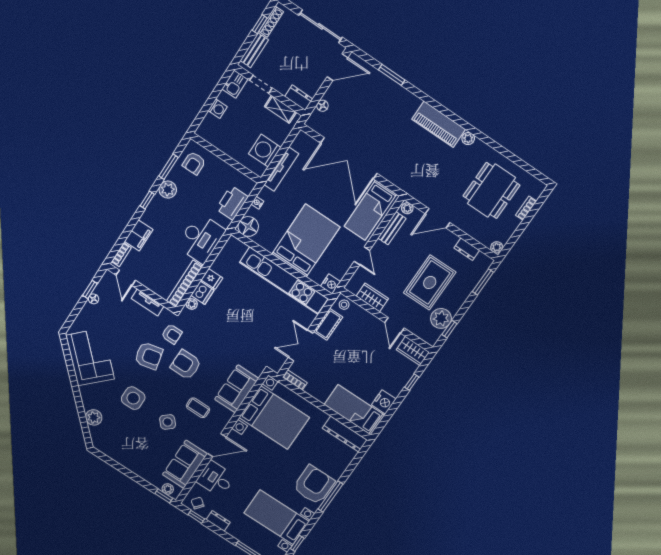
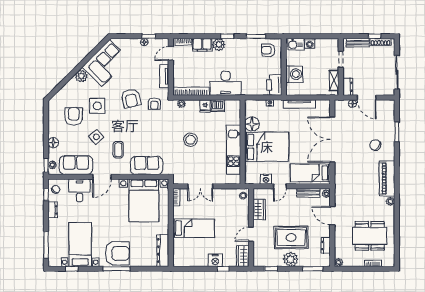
door: (337, 67) -> (367, 98), moved
kitchen sink: (235, 84) -> (296, 44), moved
chair: (390, 112) -> (375, 145), added
washing machine: (265, 151) -> (294, 74), moved, turned 90
plant: (168, 190) -> (219, 45), moved
printer: (232, 203) -> (274, 85), moved, turned -90
floor lamp: (248, 226) -> (252, 124), moved
kitchen unit: (284, 281) -> (233, 150), width x0.73
nightstand: (331, 284) -> (266, 179), moved
dishwasher: (202, 293) -> (218, 106), moved
plant: (441, 318) -> (291, 259), moved
stool: (240, 321) -> (190, 140), added
cot: (328, 324) -> (225, 194), removed
double door: (301, 345) -> (200, 186), swing flipped
armchair: (186, 365) -> (74, 116), moved
nightstand: (384, 402) -> (215, 260), moved
bed: (354, 410) -> (193, 228), moved, turned 90
plant: (94, 417) -> (81, 76), moved
door: (217, 445) -> (102, 177), hinge flipped
floor lamp: (143, 472) -> (53, 143), added

